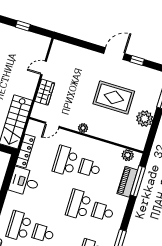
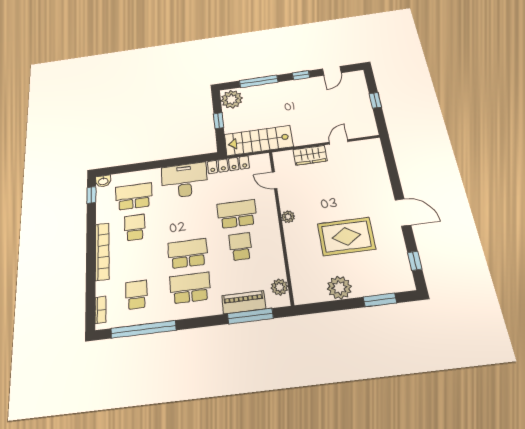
window: (137, 61) -> (415, 261), moved
door: (44, 68) -> (339, 142), hinge flipped
rug: (114, 97) -> (346, 236), turned 90
desk: (24, 182) -> (184, 180), width x1.37
school desk: (103, 212) -> (190, 288), width x1.85

